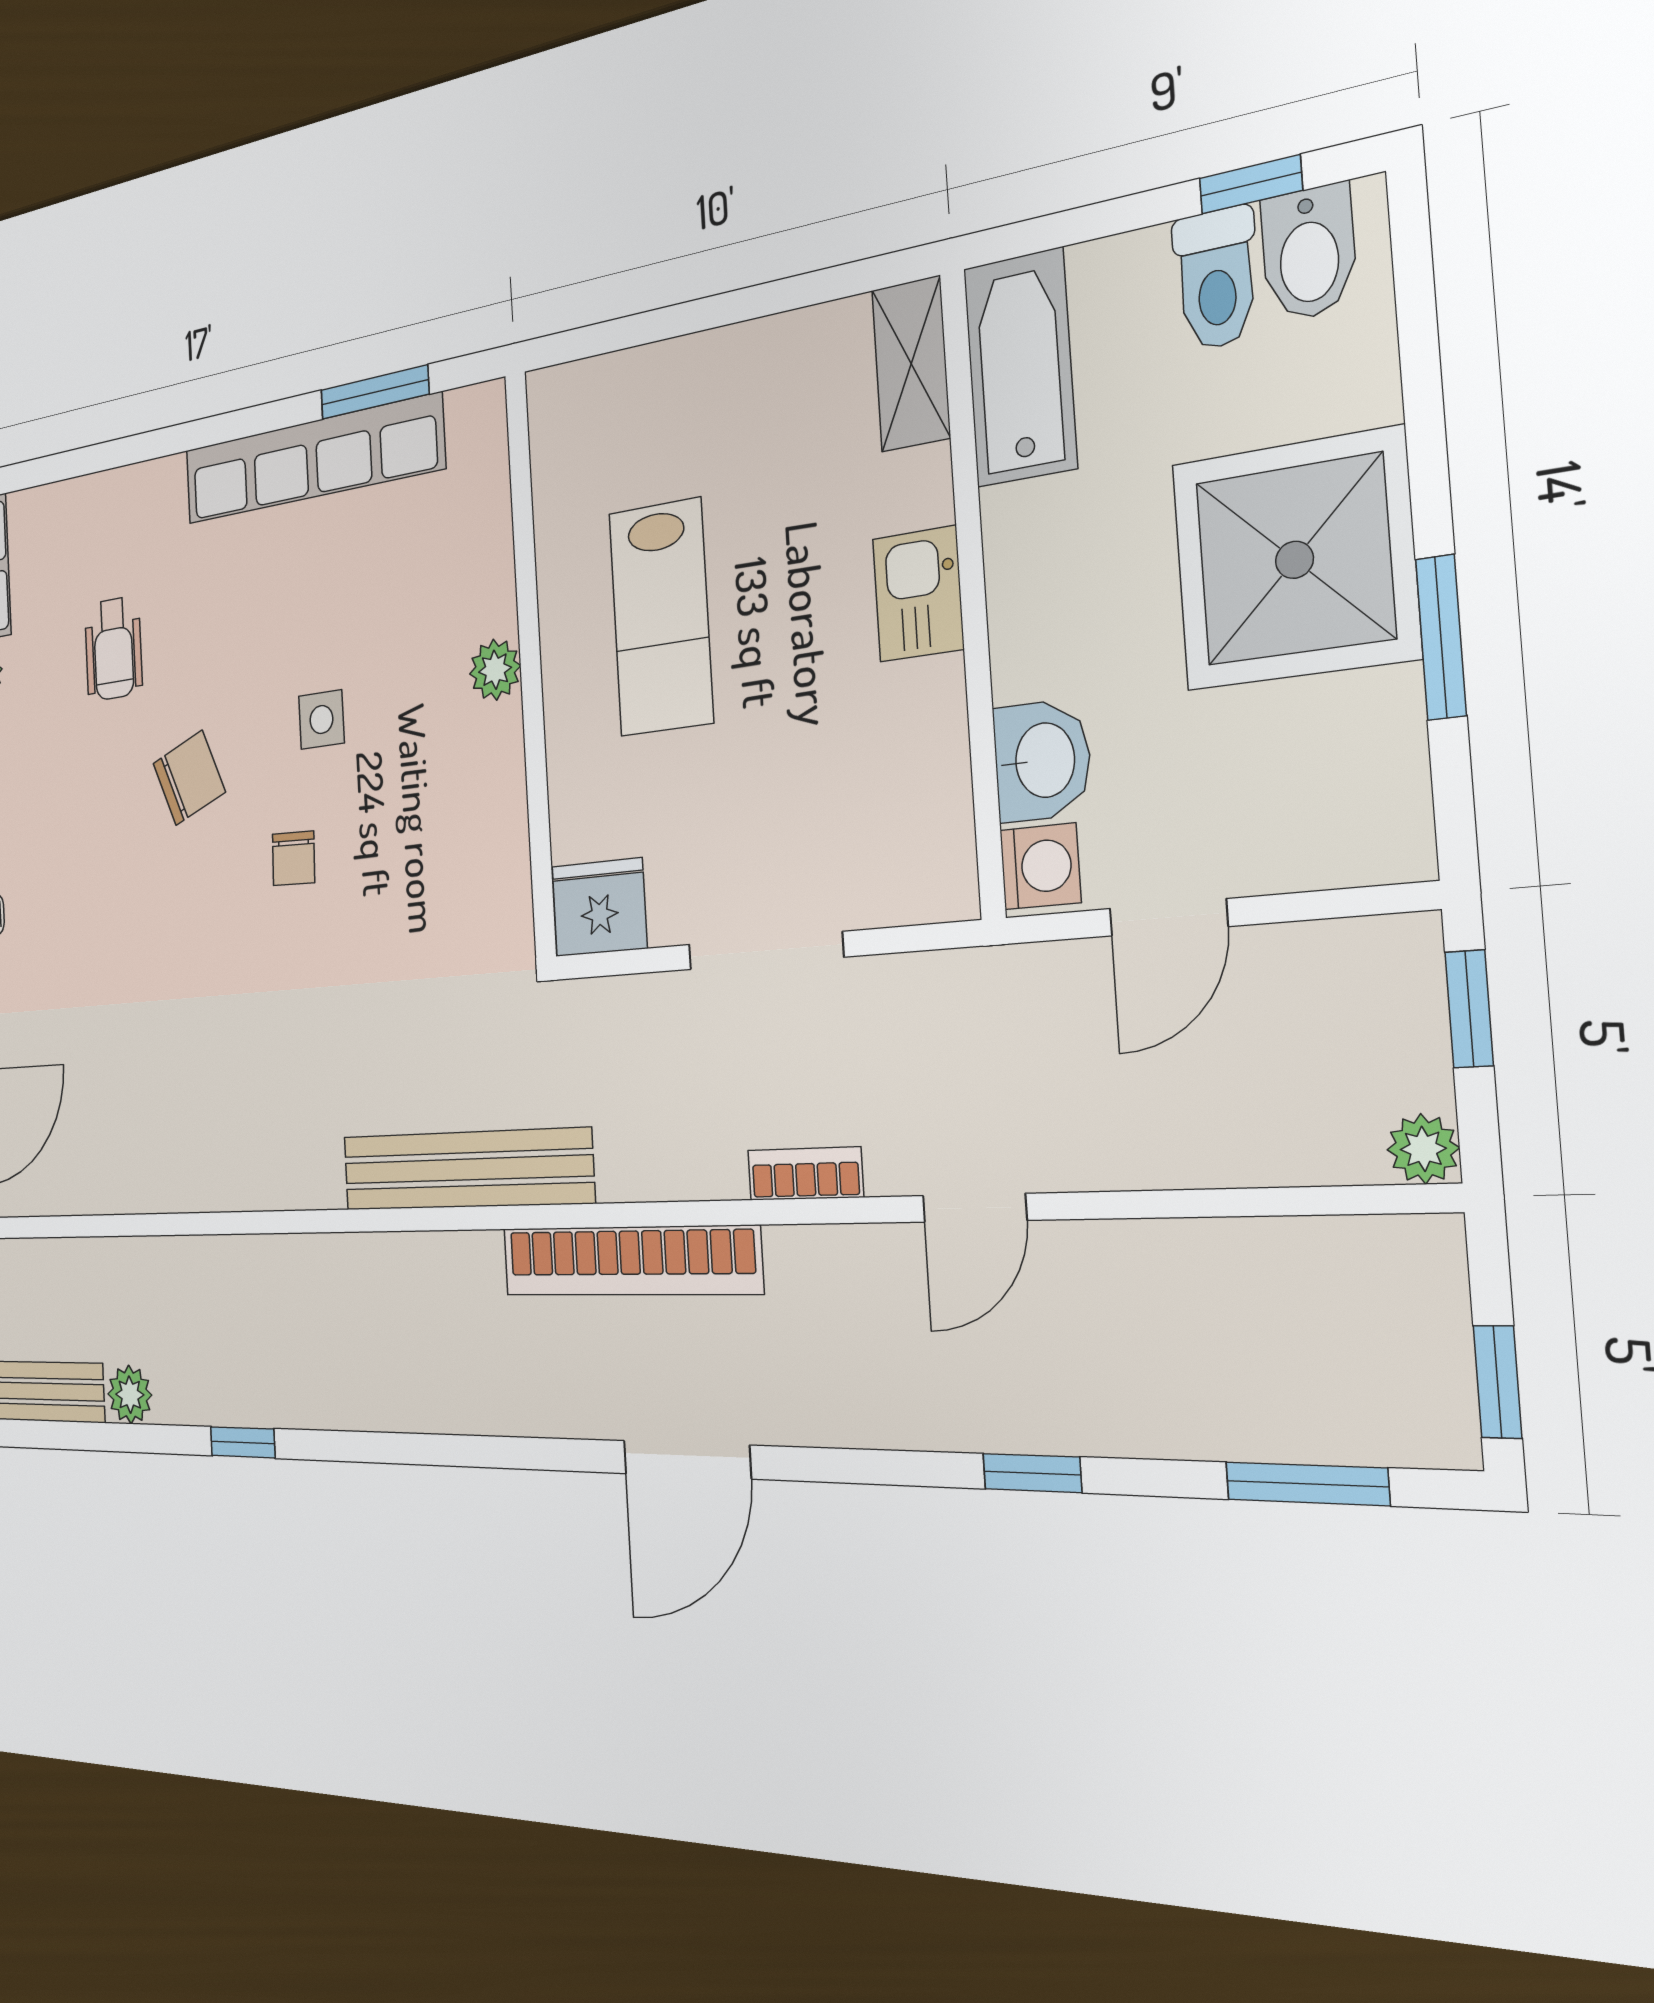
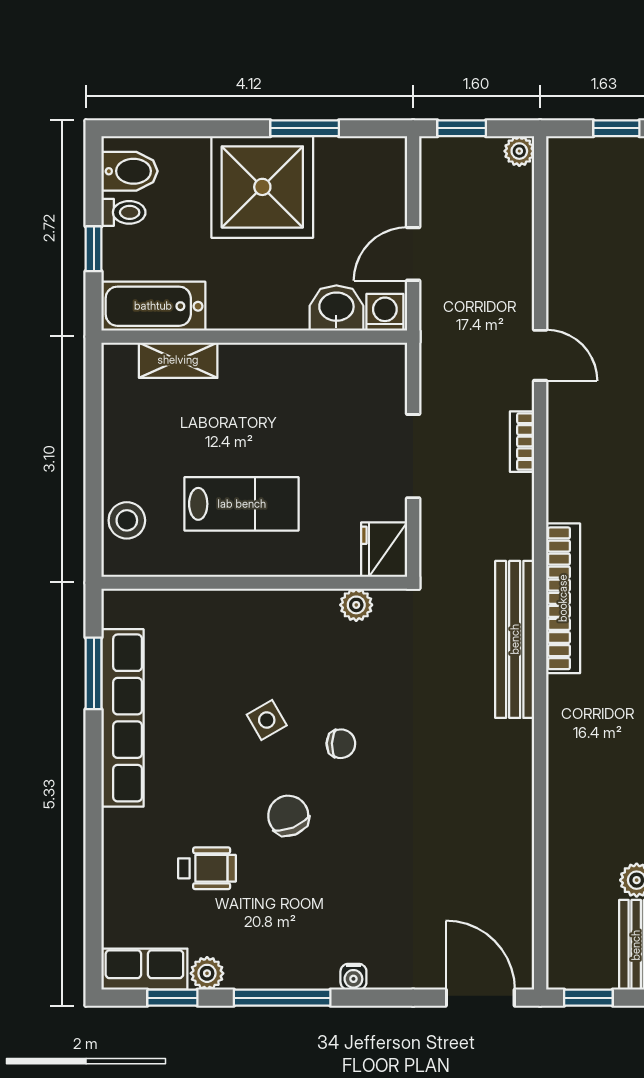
window: (1251, 184) -> (94, 249), moved
toilet: (1216, 279) -> (123, 212), width x0.73, depth x0.72
shelving: (911, 364) -> (178, 360), moved
stool: (620, 399) -> (127, 520), added
kitchen sink: (918, 594) -> (251, 364), removed
plant: (495, 670) -> (356, 605), moved
side table: (321, 719) -> (267, 720), turned -30
door: (1168, 917) -> (413, 254), swing flipped
bookcase: (630, 1261) -> (563, 598), moved

